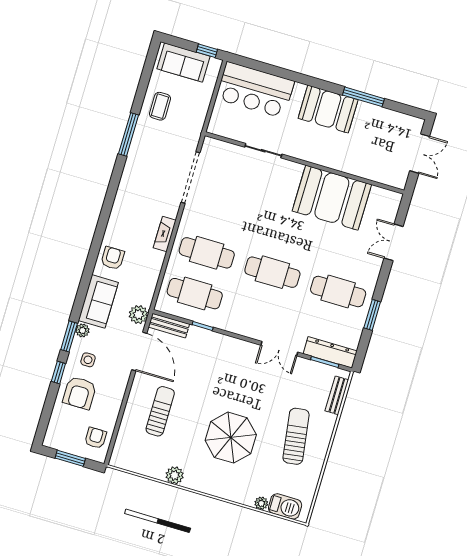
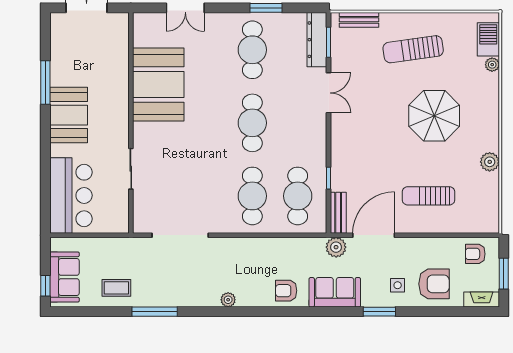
window: (207, 51) -> (45, 286), moved
fireplace: (165, 234) -> (482, 300), moved, turned 180
plant: (82, 330) -> (228, 300), moved
window: (58, 373) -> (420, 312), removed

